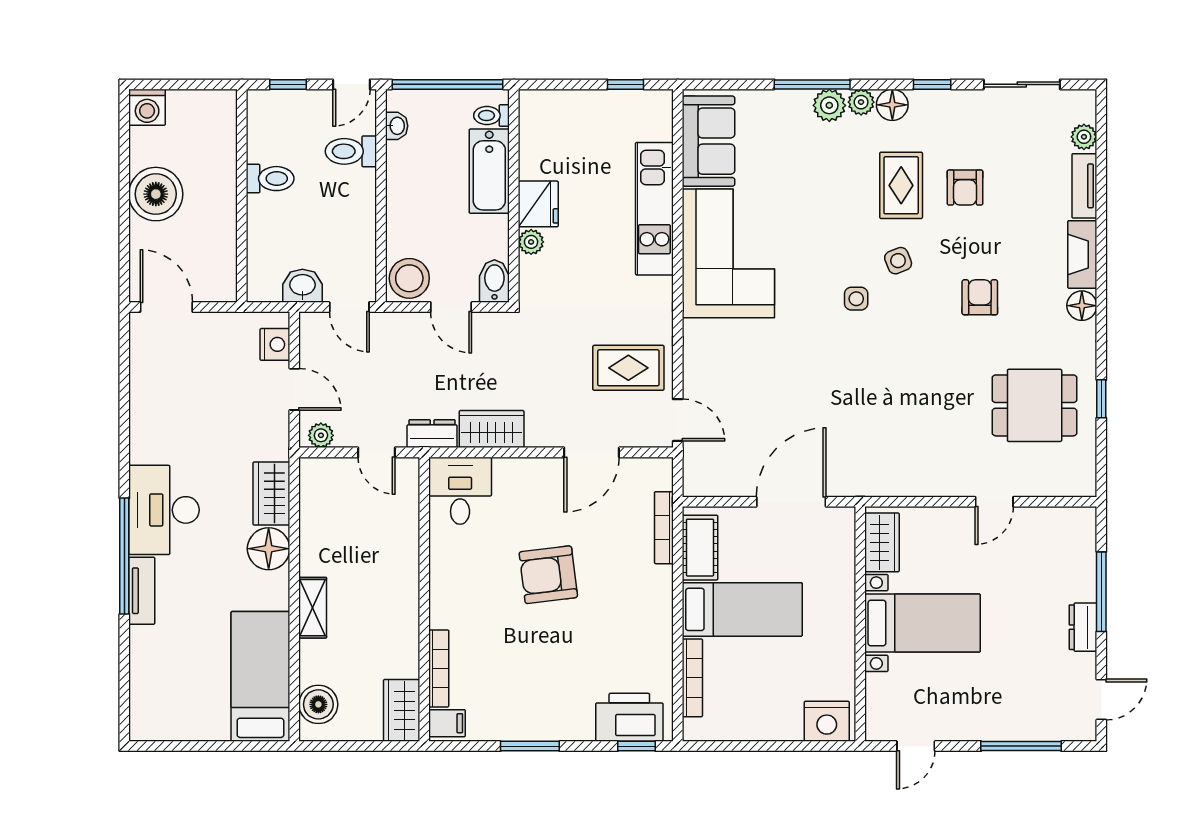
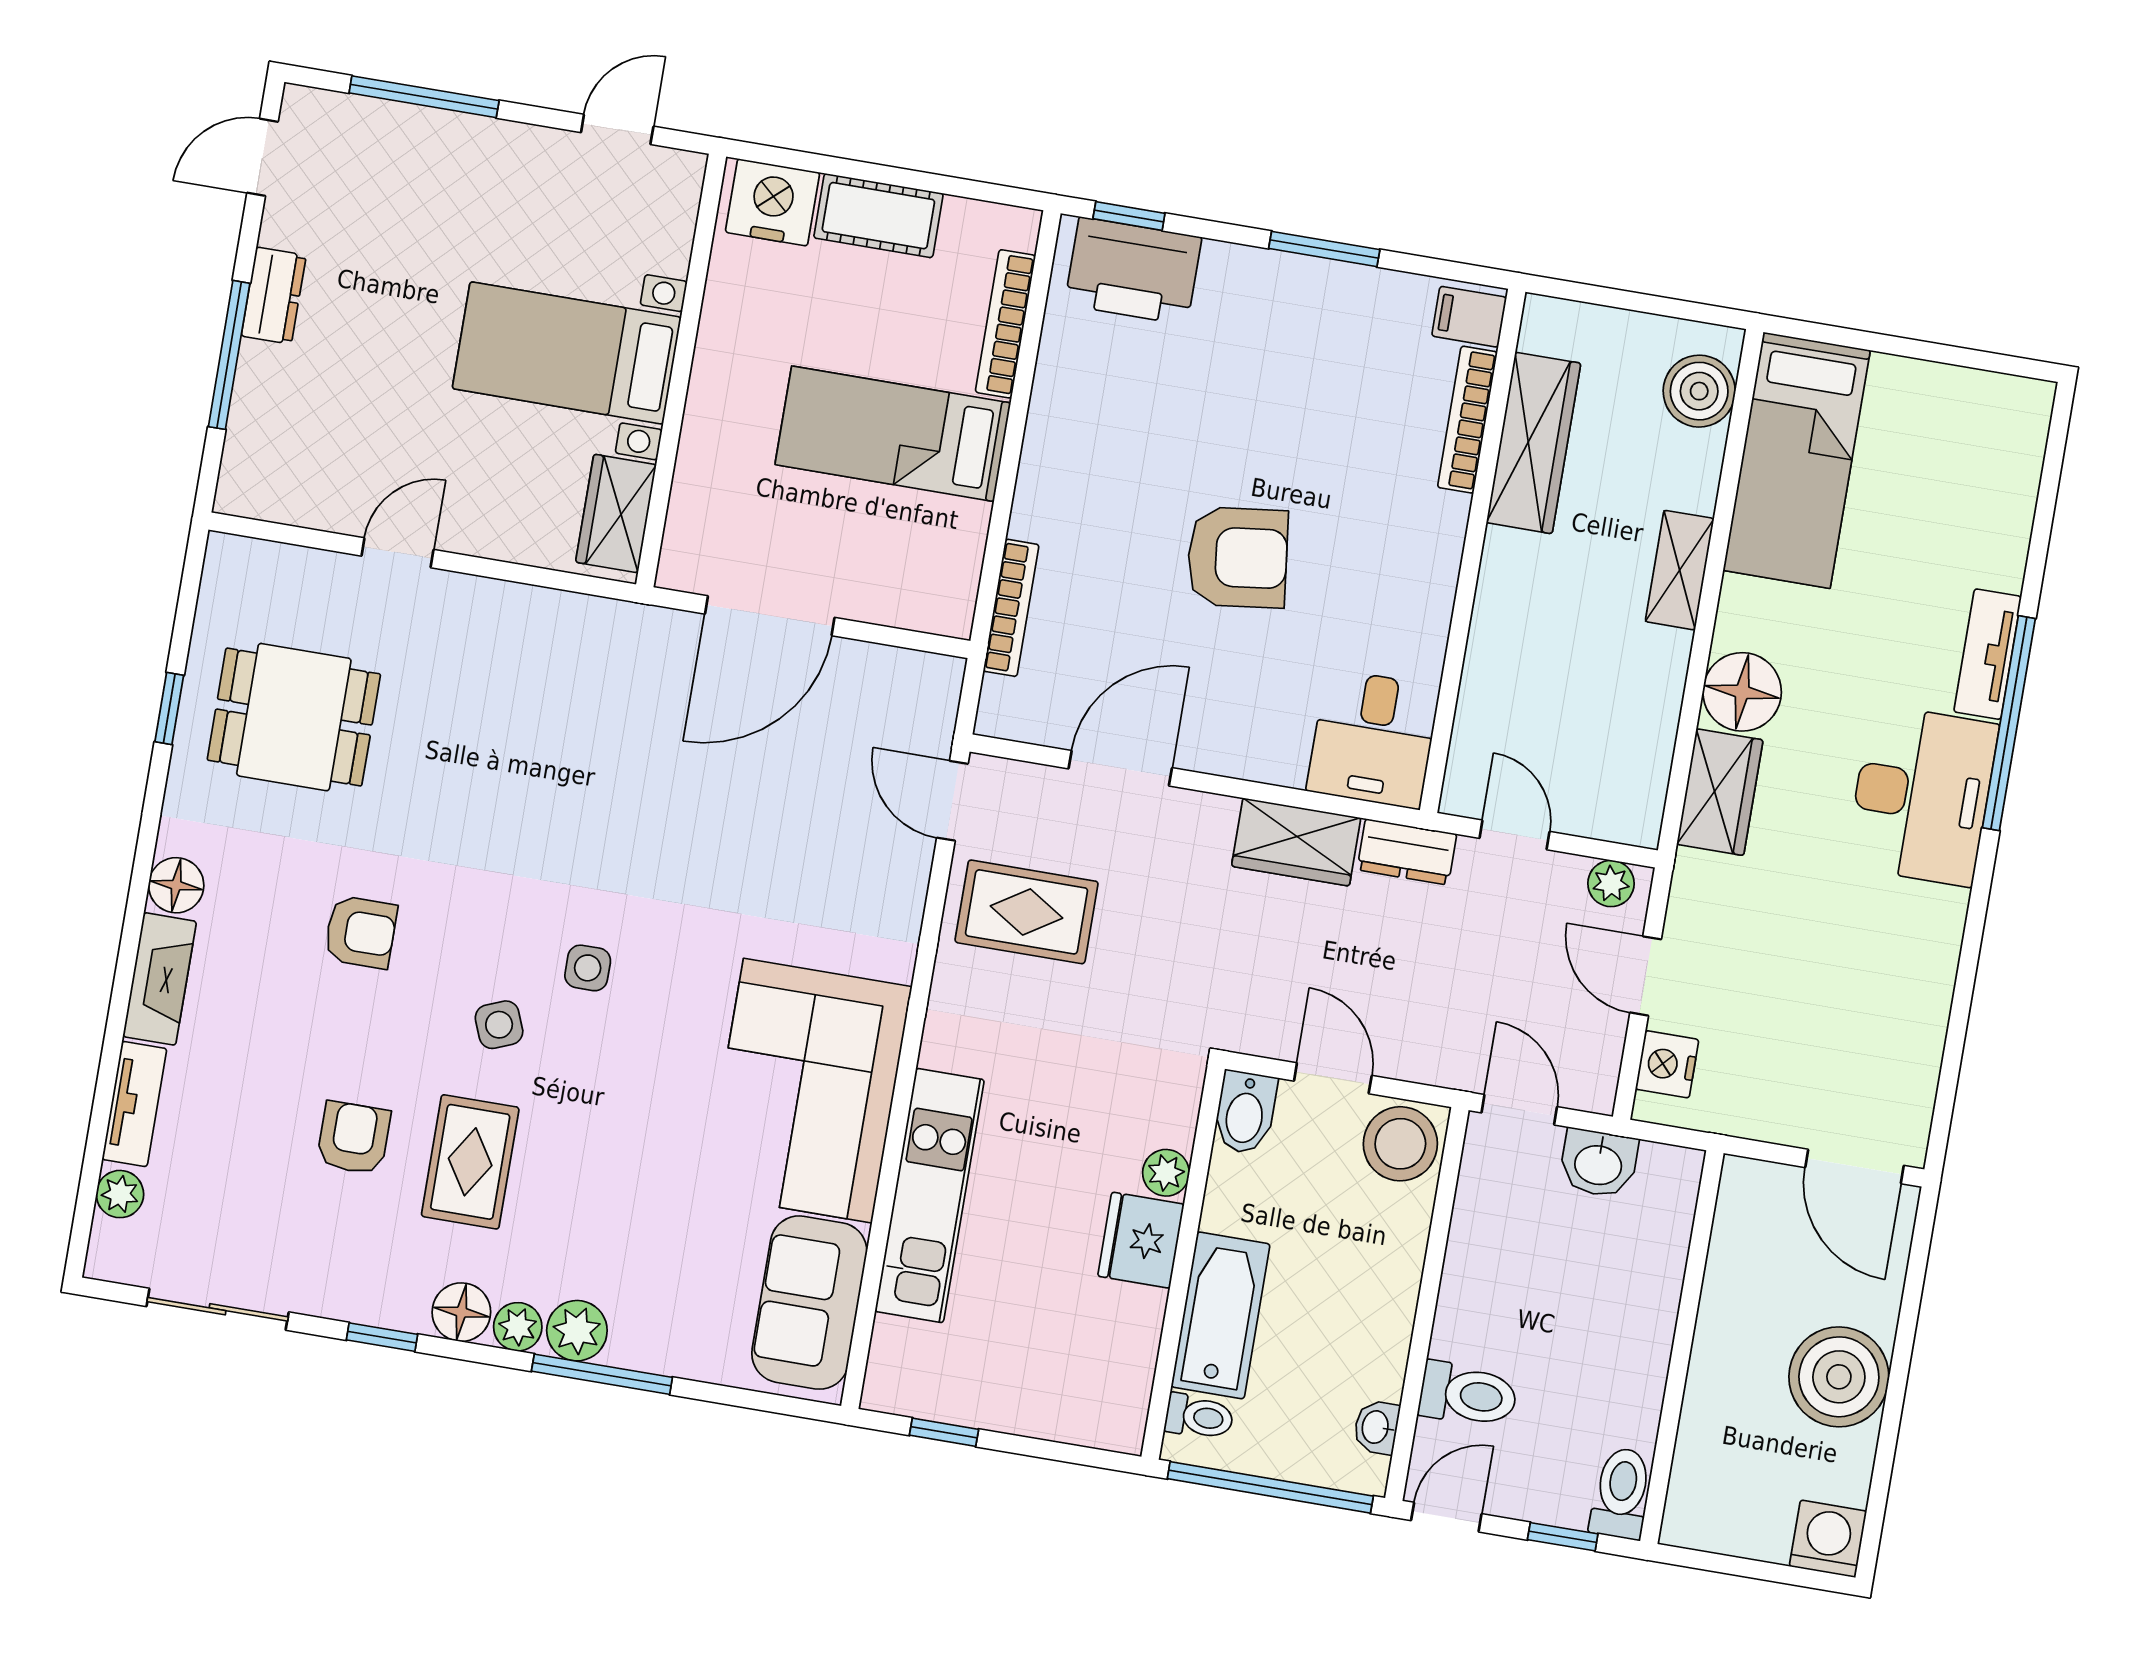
toilet: (270, 179) -> (1621, 1493), moved, turned 90
armchair: (980, 297) -> (361, 932), turned -90
cot: (700, 548) -> (878, 216), moved, turned 90
wardrobe: (402, 710) -> (1534, 443), moved, width x1.50

